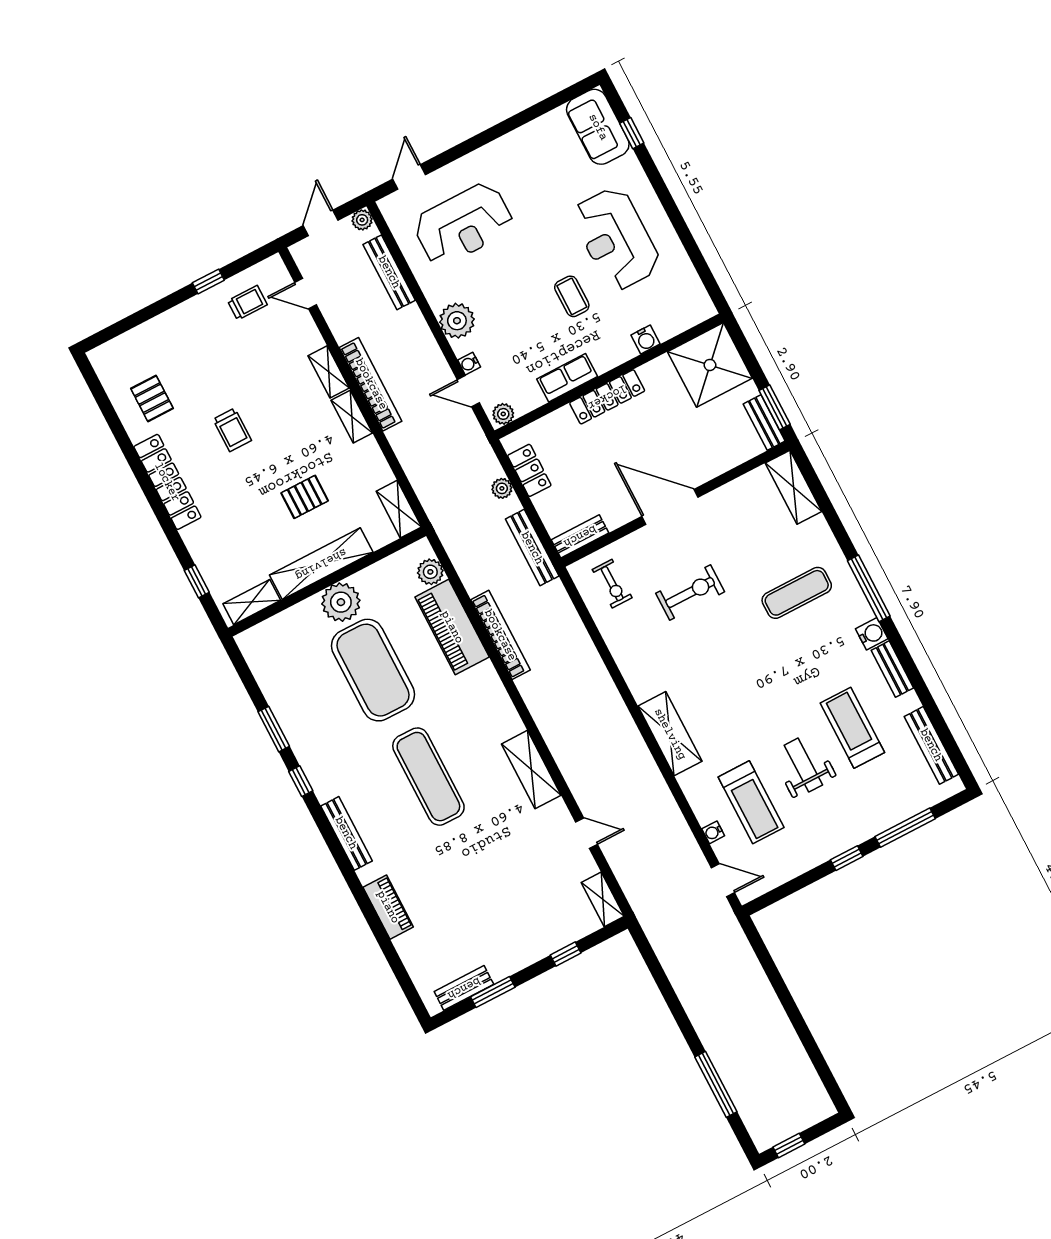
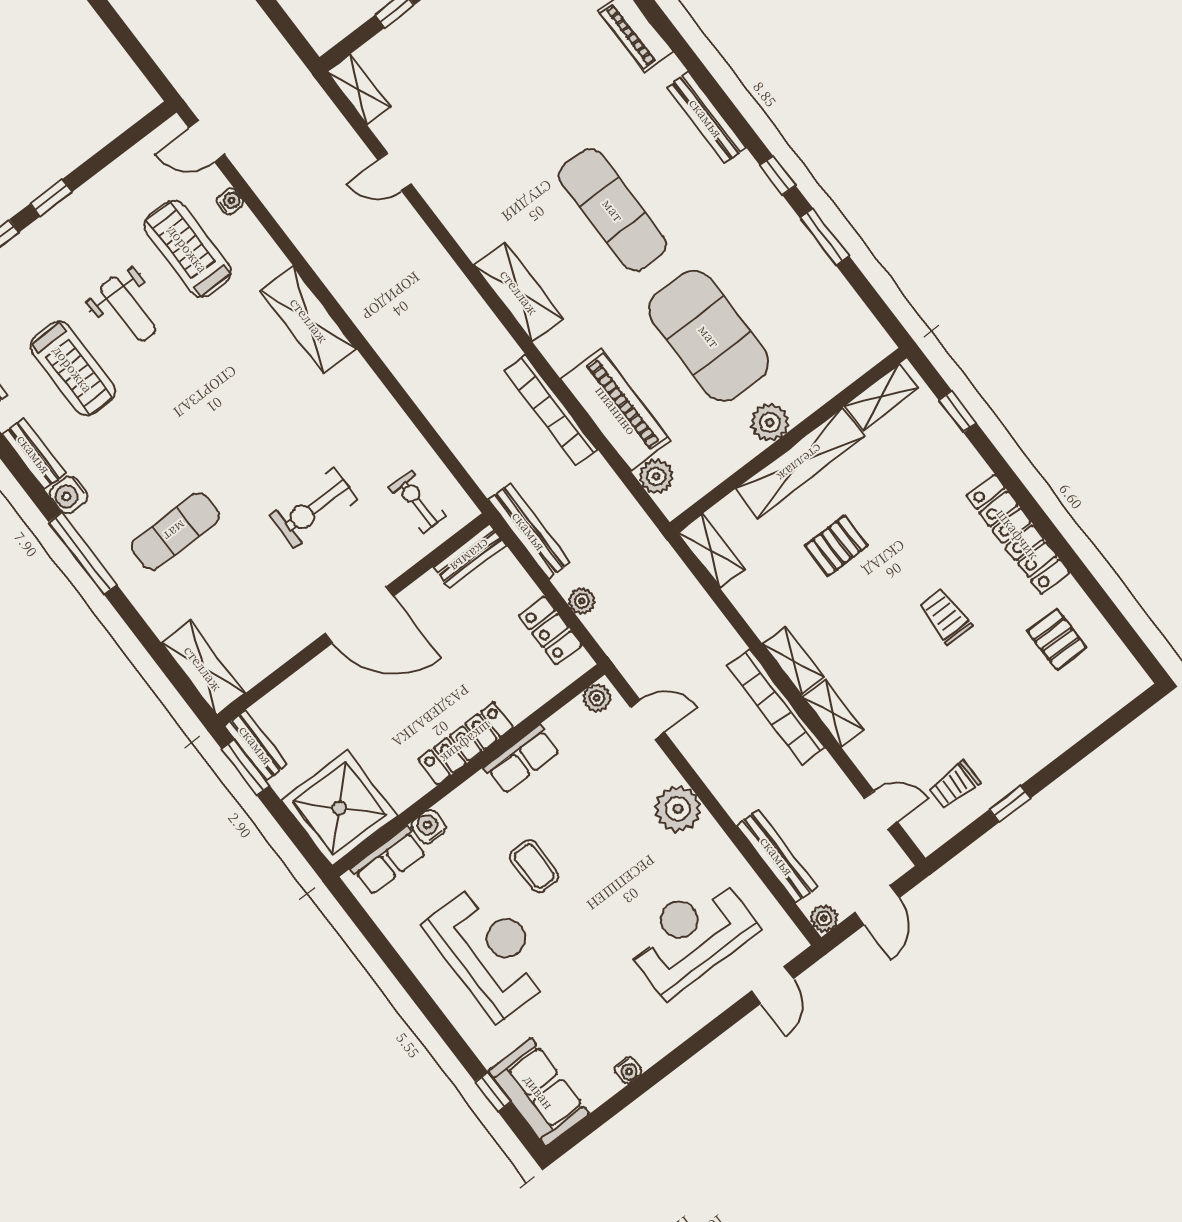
row of seats: (680, 319) -> (388, 861), added
water cooler: (469, 364) -> (628, 1070), moved, turned 90
plant: (341, 602) -> (770, 422), width x0.73, depth x0.73
shelving: (531, 770) -> (519, 292), moved

